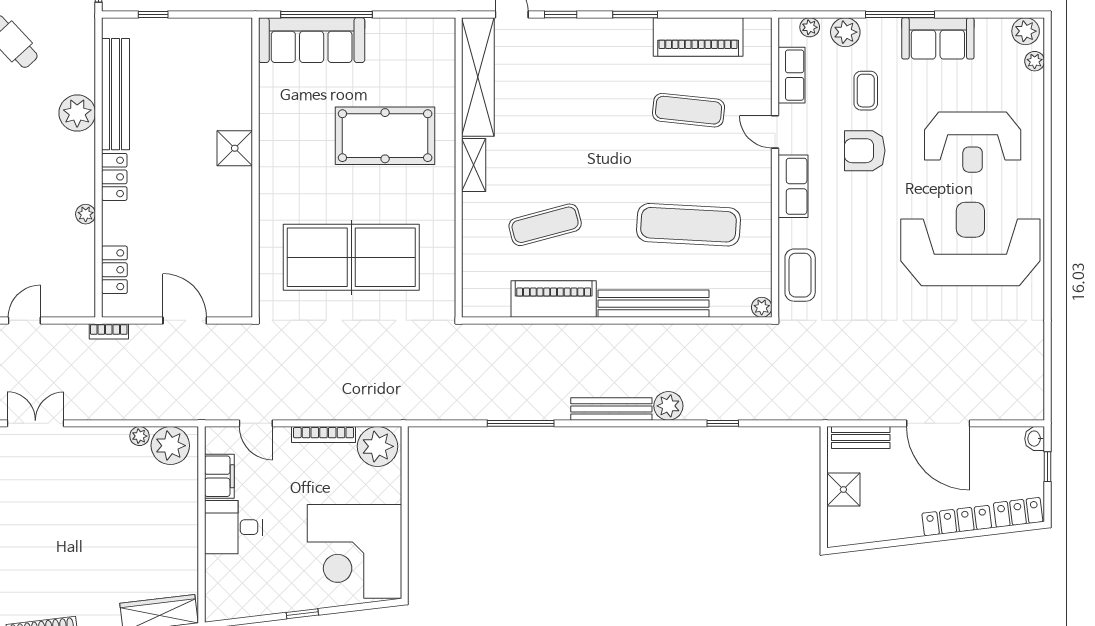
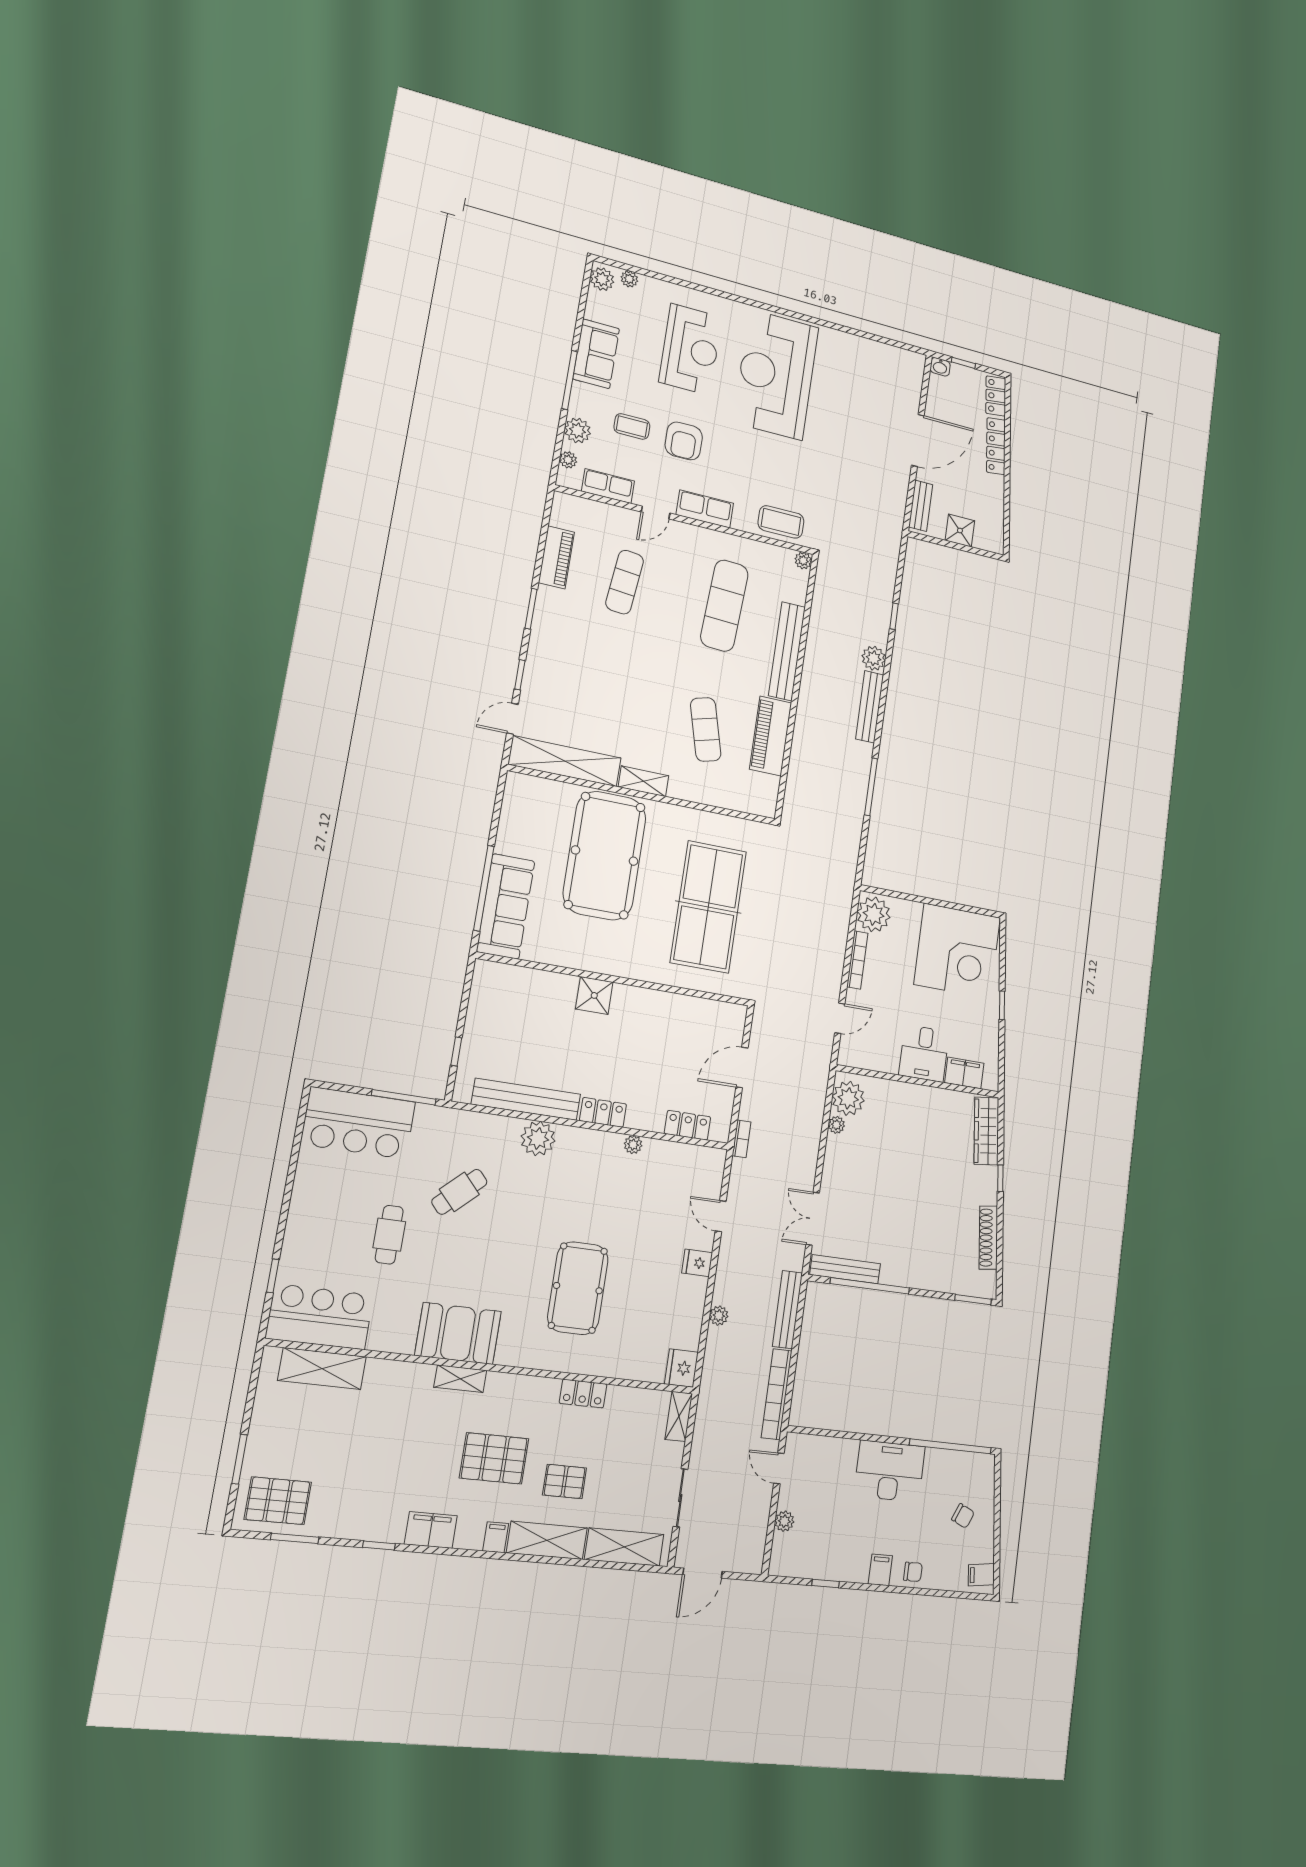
piano: (698, 37) -> (556, 557), width x0.73, depth x0.75
pool table: (385, 136) -> (605, 856), width x1.36, depth x1.32
filing cabinet: (219, 476) -> (964, 1073), moved

